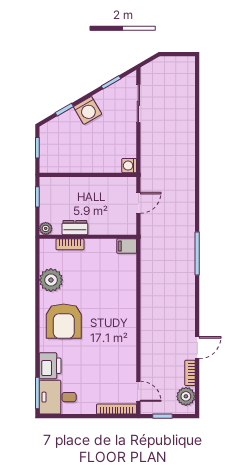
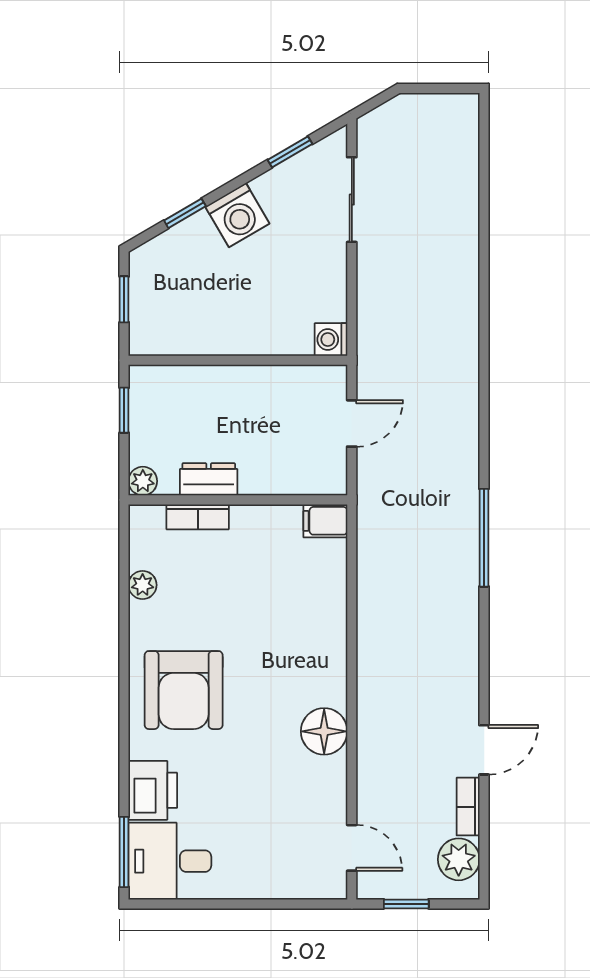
plant: (51, 280) -> (143, 585), width x0.53, depth x0.53
floor lamp: (126, 340) -> (324, 731), added
bookcase: (116, 409) -> (302, 888), removed

